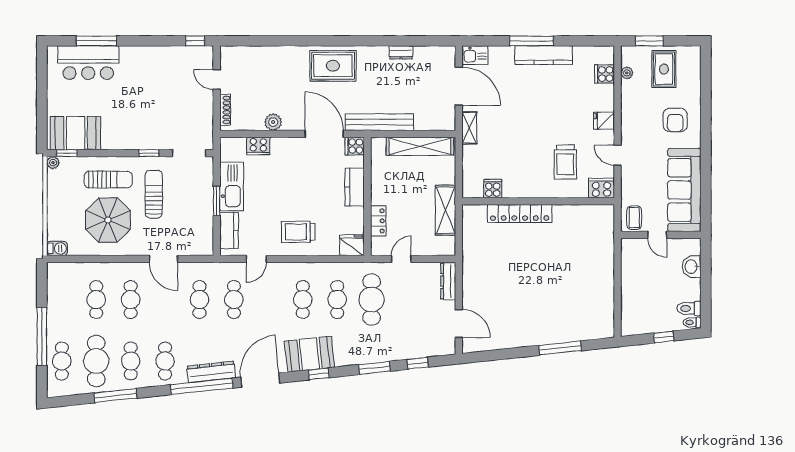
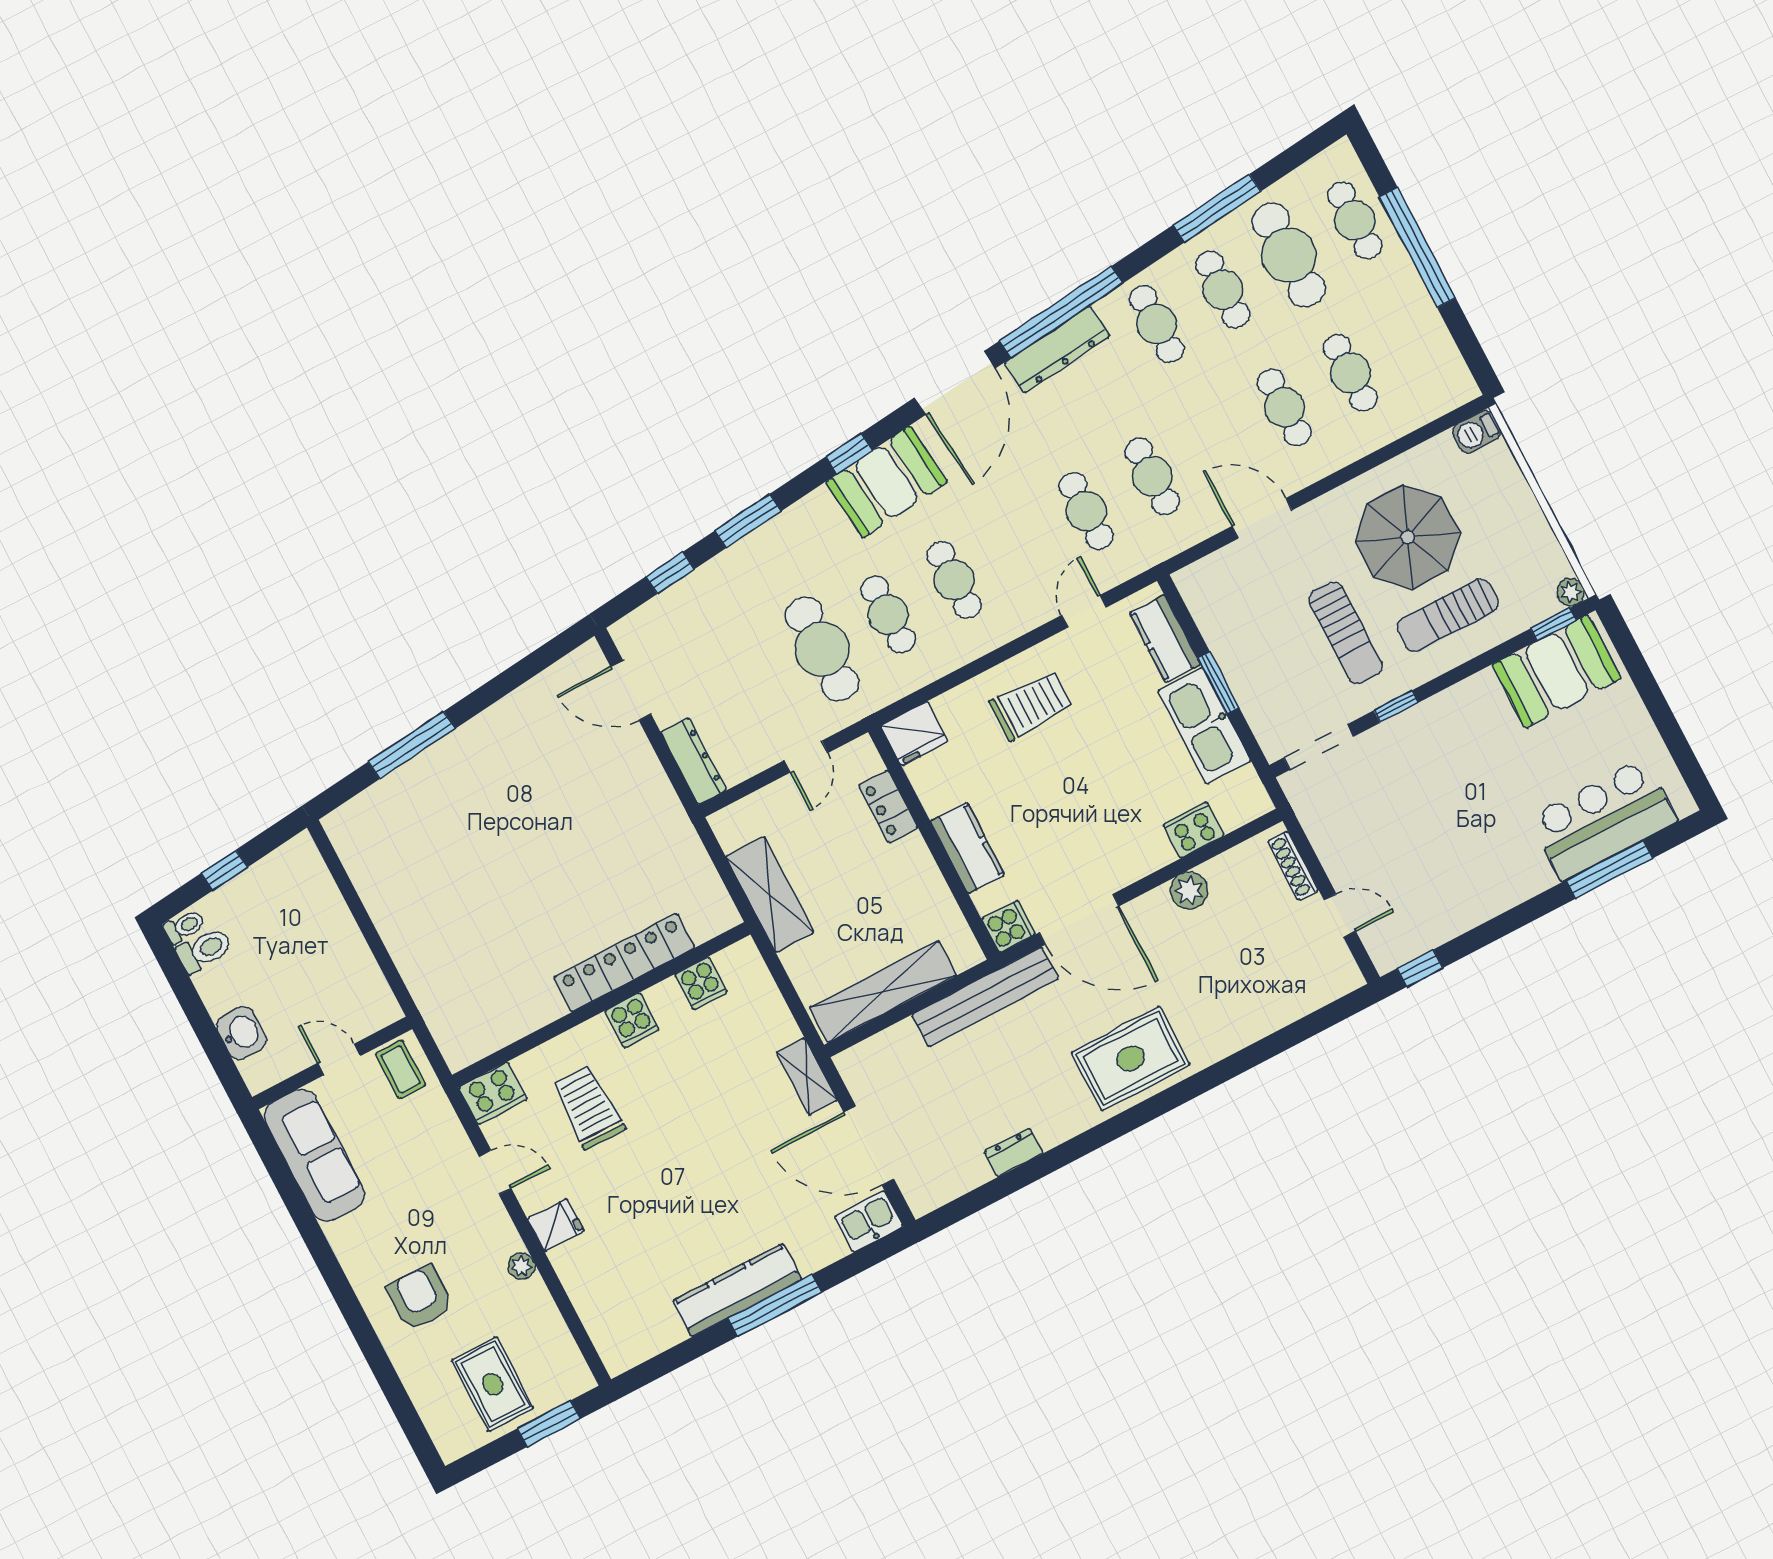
plant: (627, 73) -> (521, 1266), moved
cooker: (605, 74) -> (632, 1020), moved, turned 90
sofa: (684, 190) -> (314, 1155), width x0.74, depth x0.79

